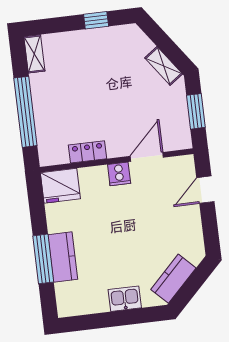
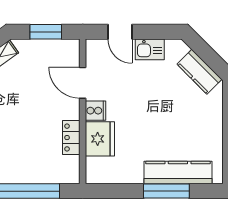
fridge: (60, 186) -> (100, 139), moved
kitchen counter: (63, 257) -> (178, 173), width x1.50
kitchen sink: (125, 299) -> (150, 49), moved, turned -90

